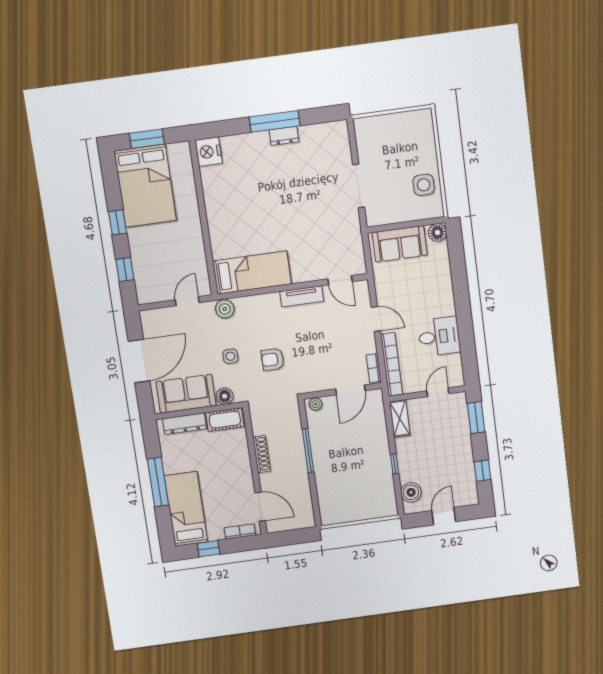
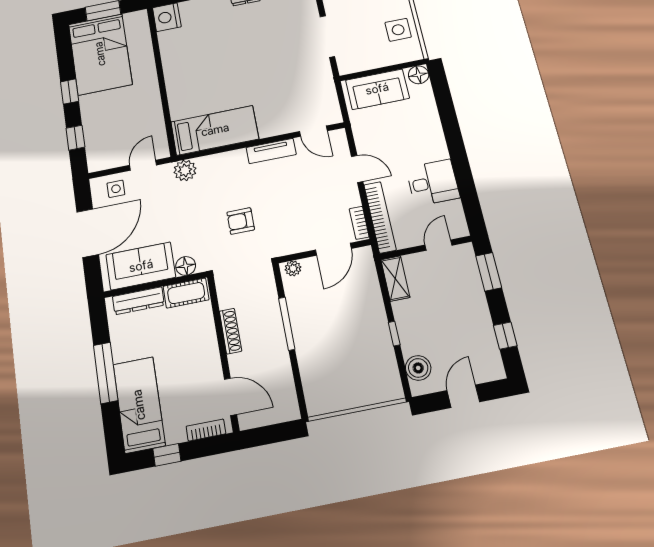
side table: (230, 356) -> (116, 189), moved

